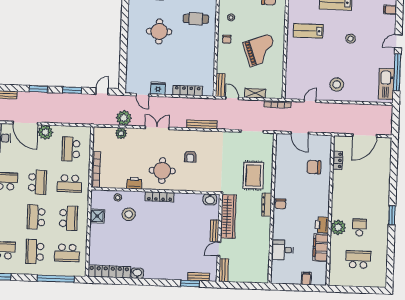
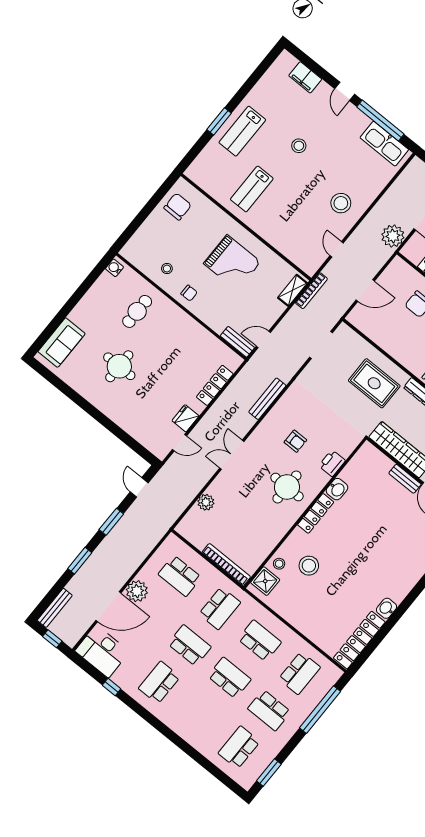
filing cabinet: (390, 10) -> (305, 77), width x2.00
grand piano: (261, 50) -> (232, 263), turned 110
shelving: (255, 93) -> (292, 290), moved
plant: (124, 118) -> (393, 236), moved
printer: (134, 183) -> (332, 463), moved
washbasin: (210, 199) -> (337, 489), moved
shower: (97, 216) -> (265, 581), moved
school desk: (36, 217) -> (229, 678), turned 180

